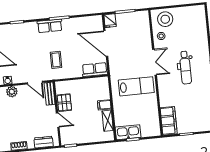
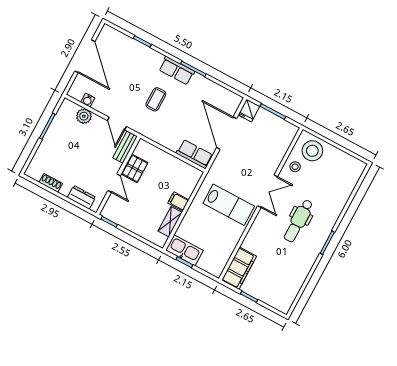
coffee table: (56, 60) -> (156, 99), moved

